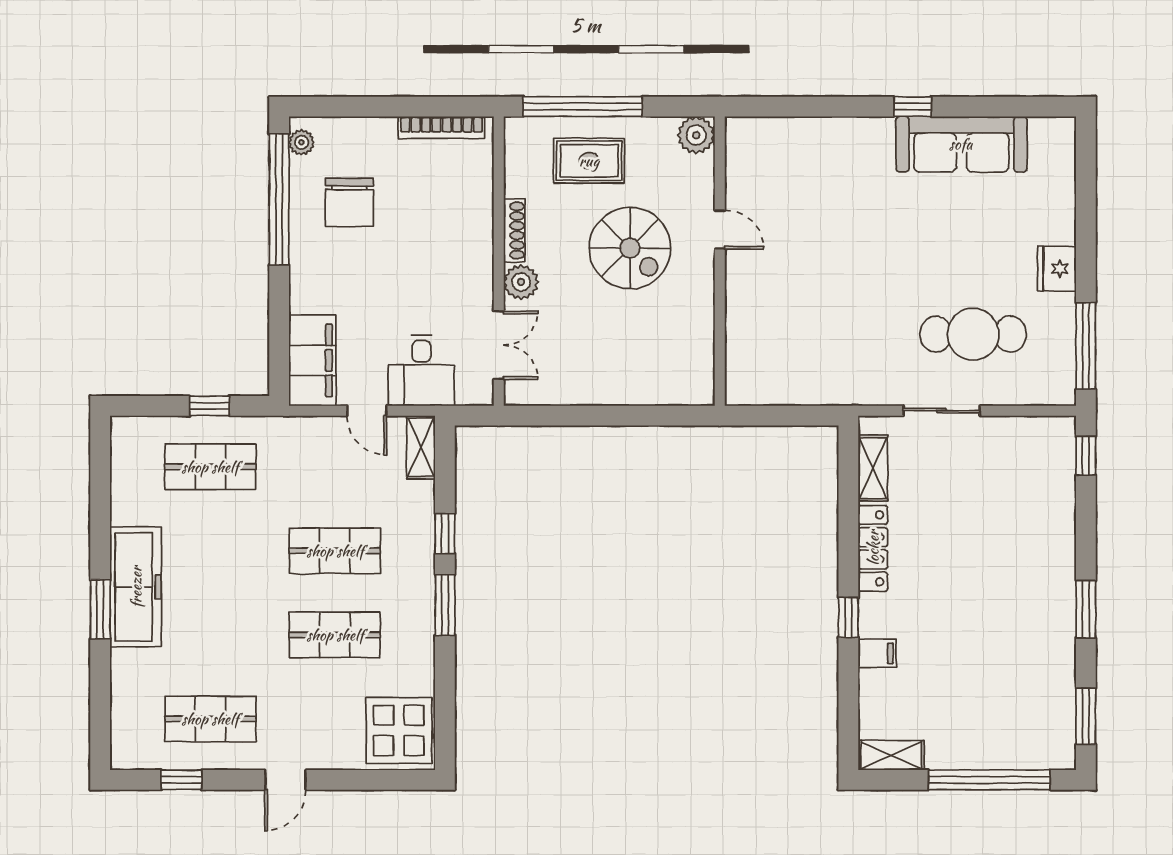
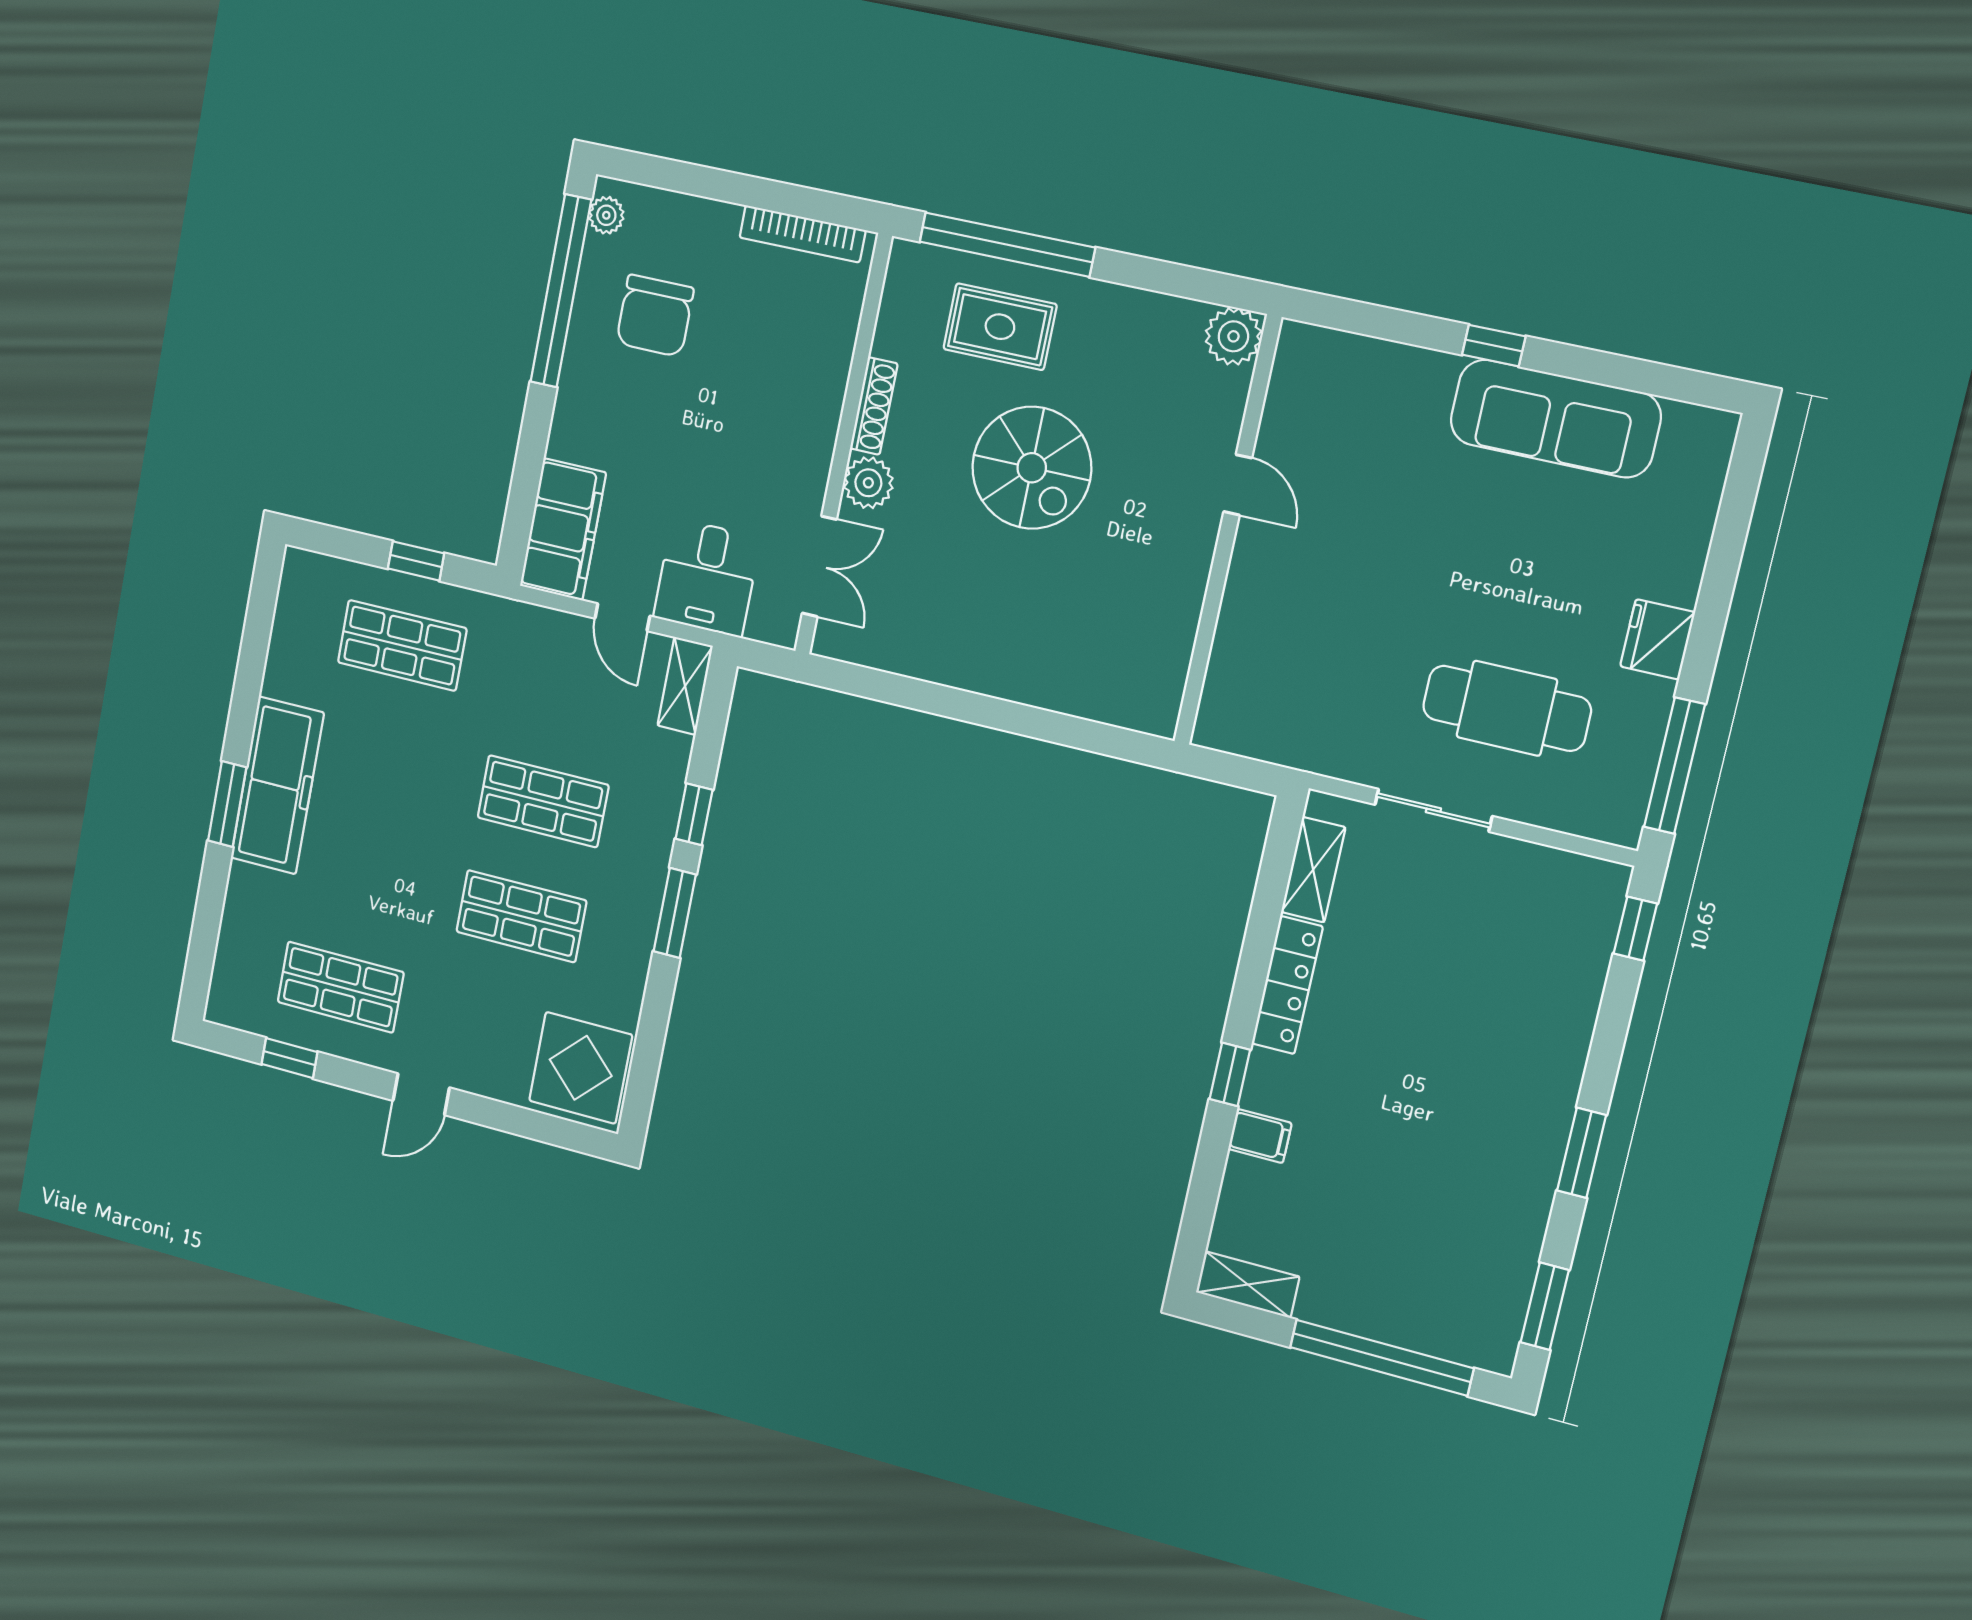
plant: (696, 135) -> (1233, 336), moved
door: (720, 230) -> (1238, 485), moved
wall: (720, 261) -> (1228, 531), moved

